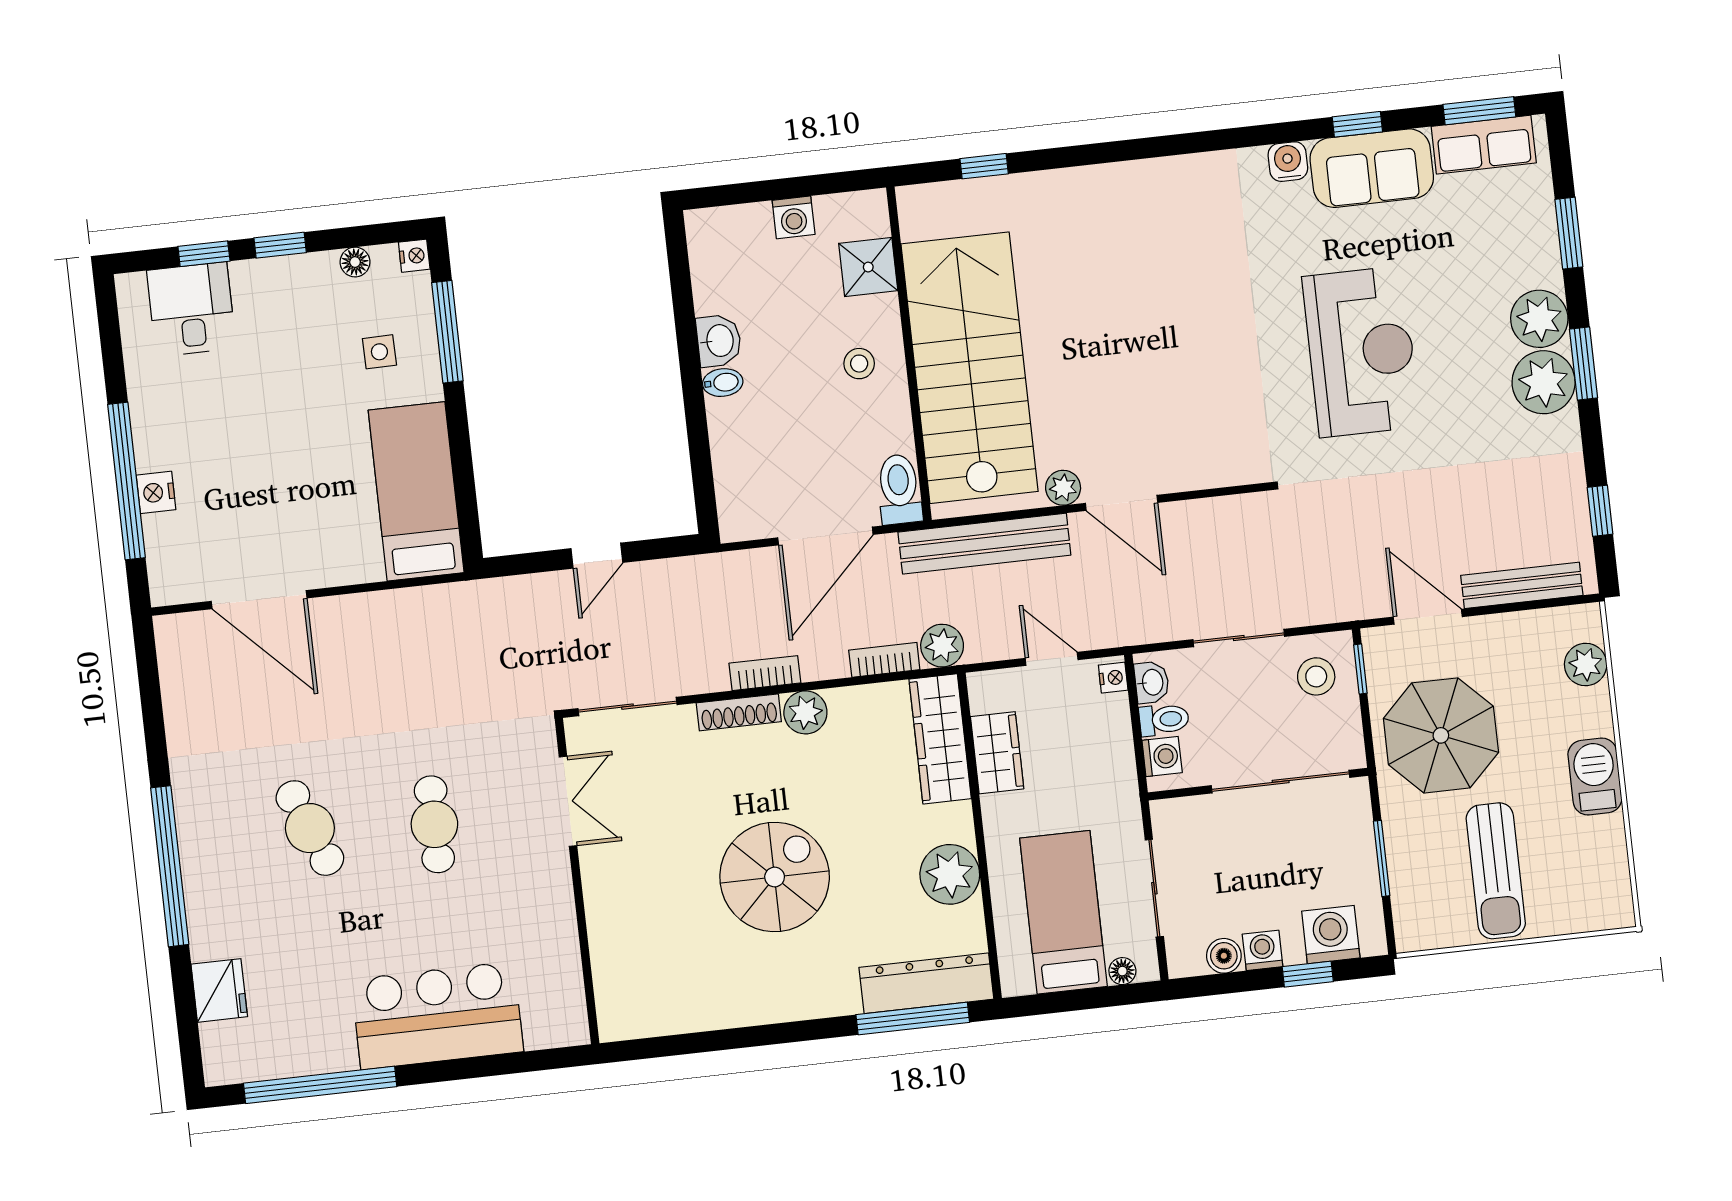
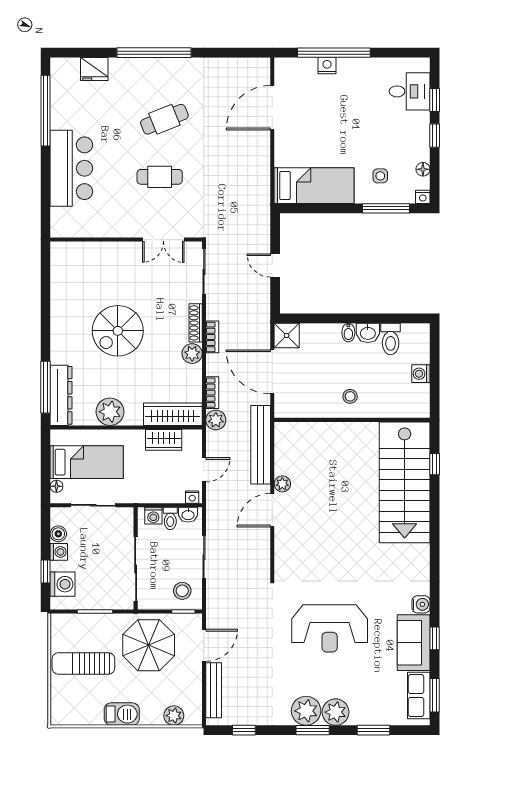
shower: (868, 267) -> (287, 336), moved
stairs: (970, 368) -> (405, 482), moved, turned 90
toilet: (899, 489) -> (391, 339), moved, turned 90
spiral stairs: (775, 877) -> (118, 331), turned 90

